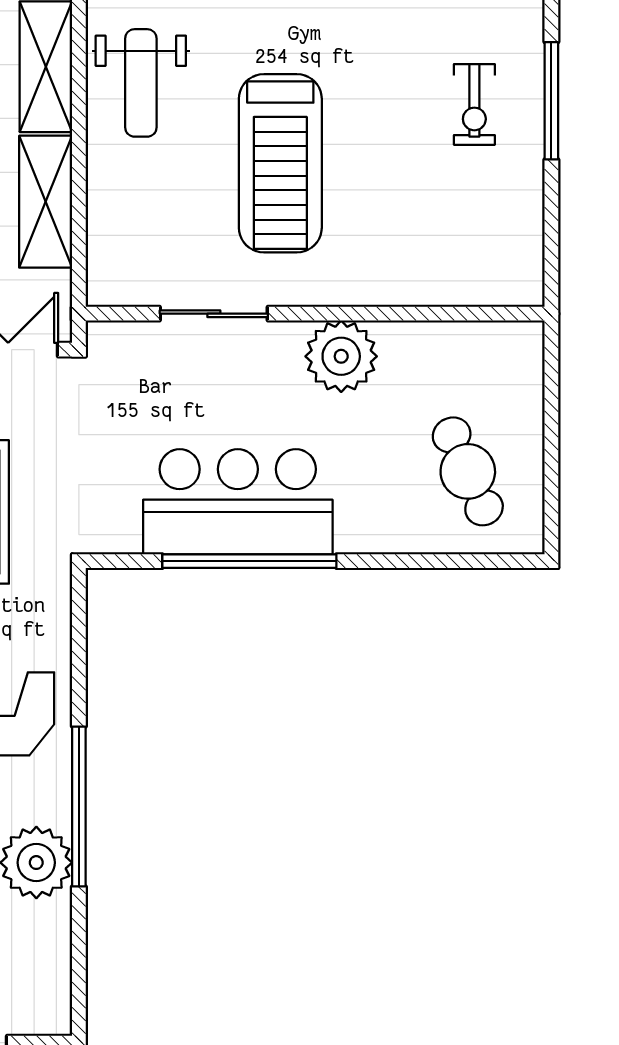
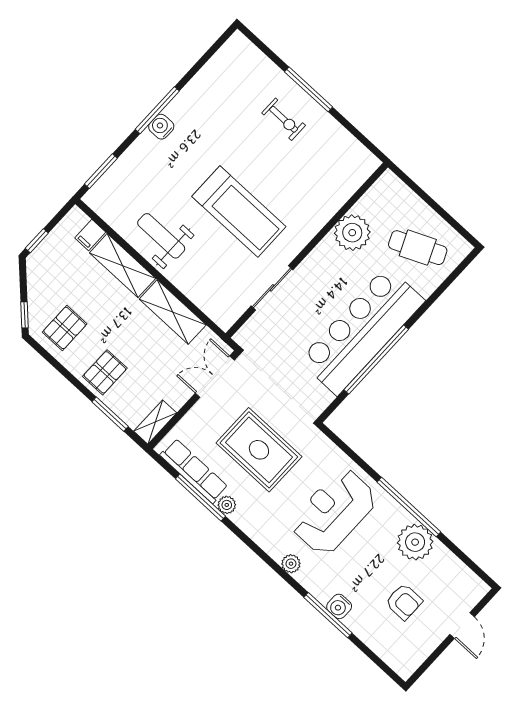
weight bench: (141, 83) -> (161, 236), turned 180
plant: (341, 356) -> (352, 233), moved
bar counter: (238, 502) -> (362, 331), width x1.36

